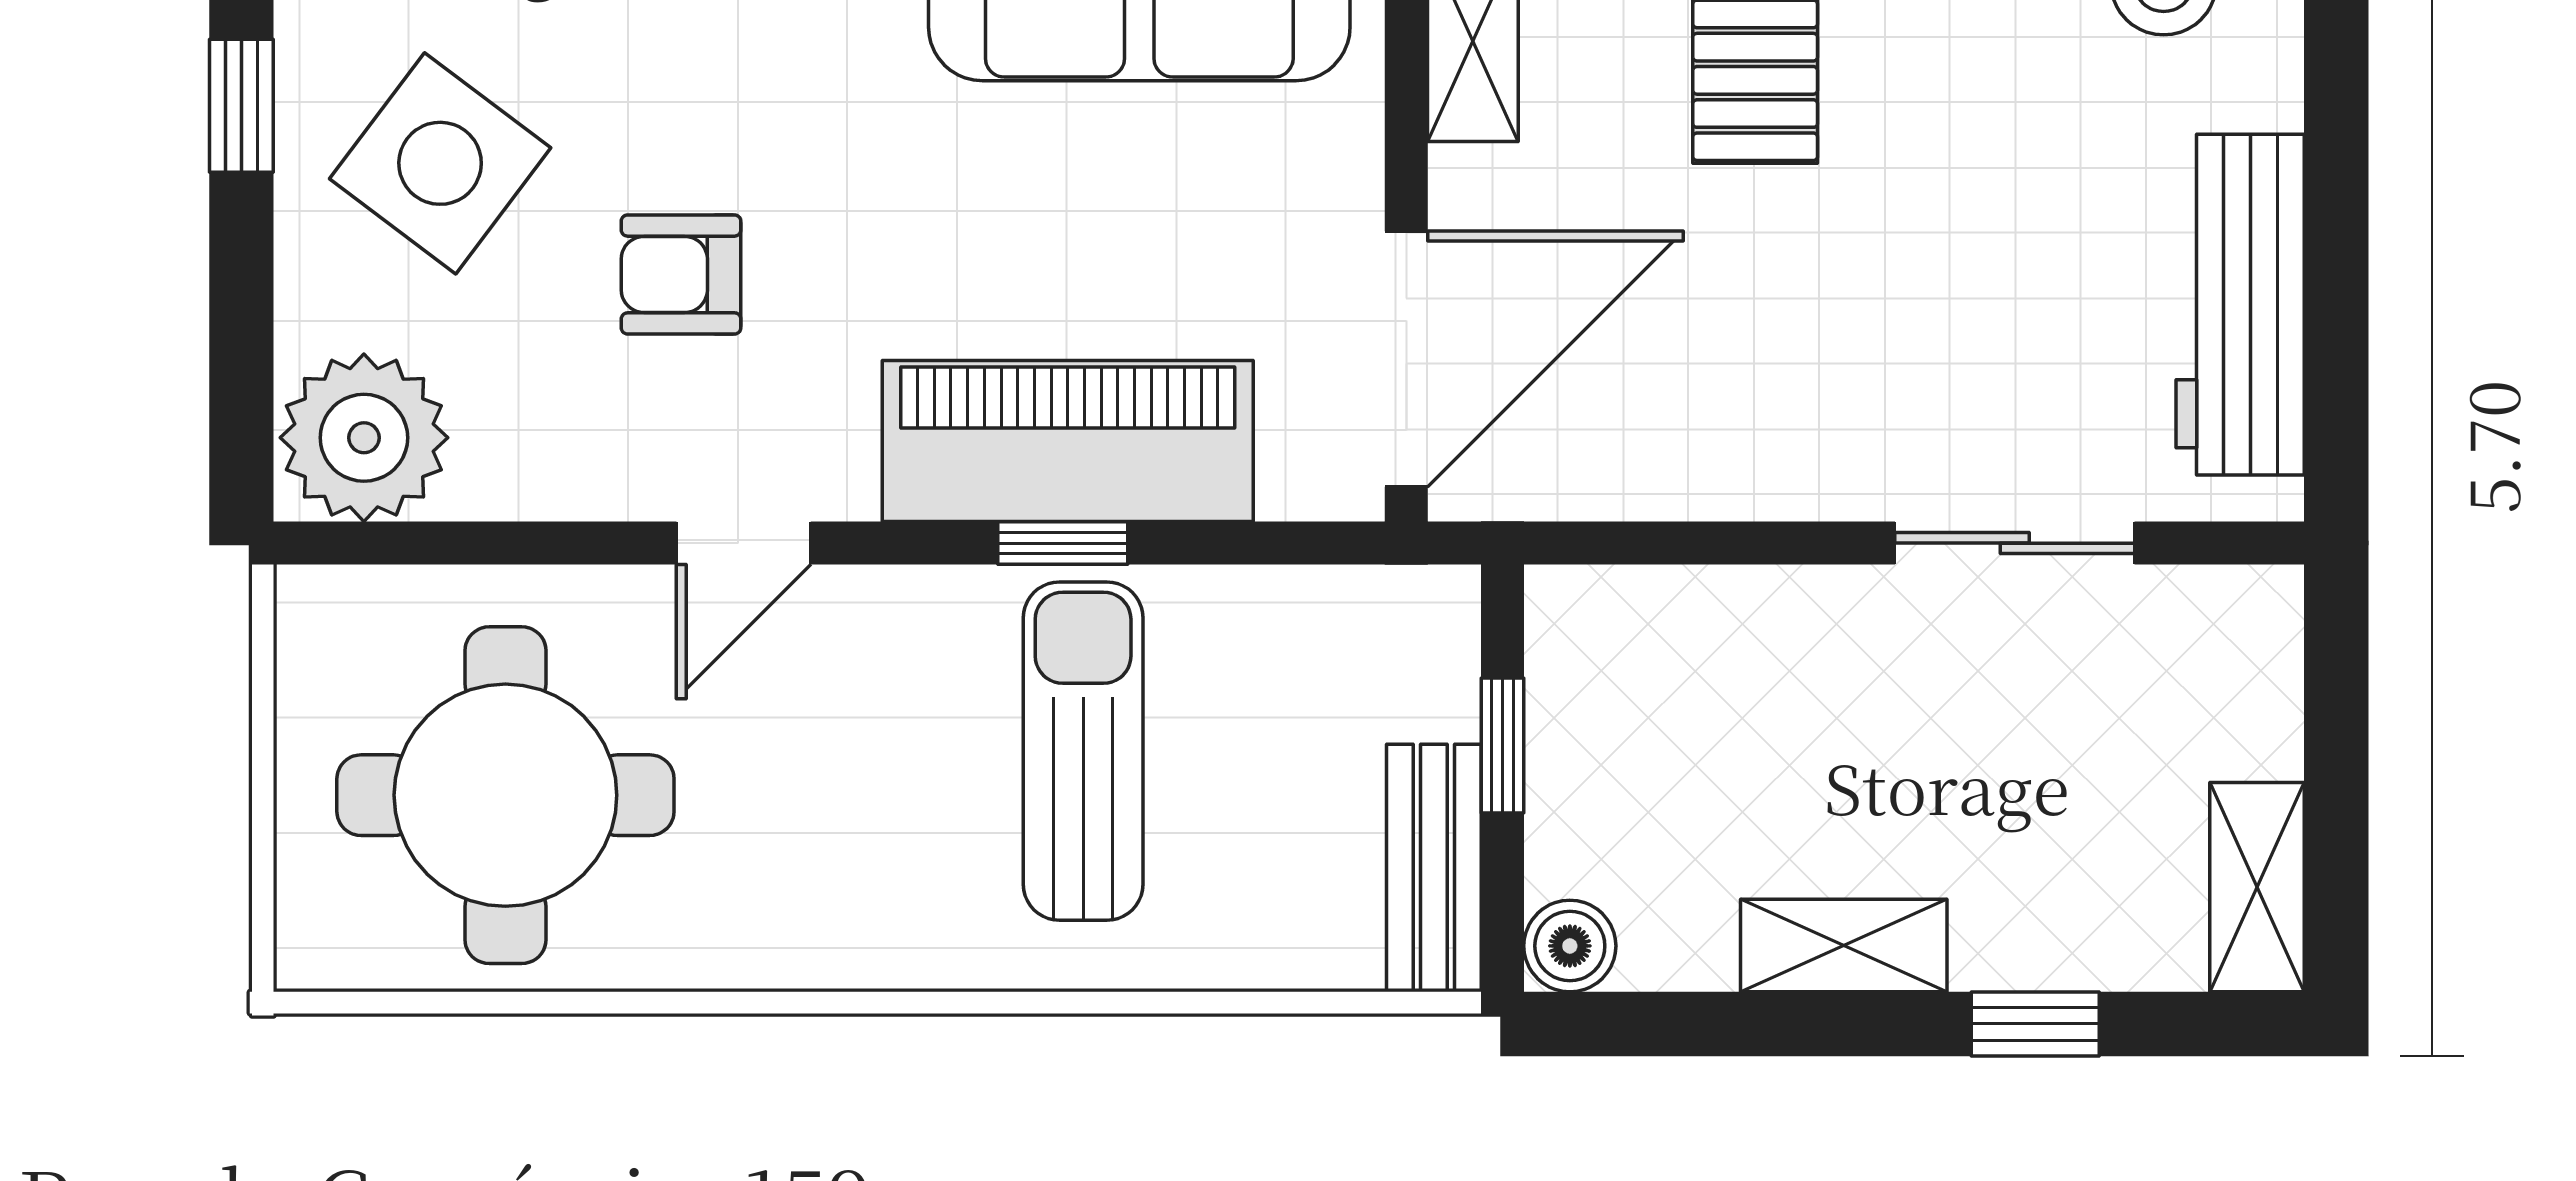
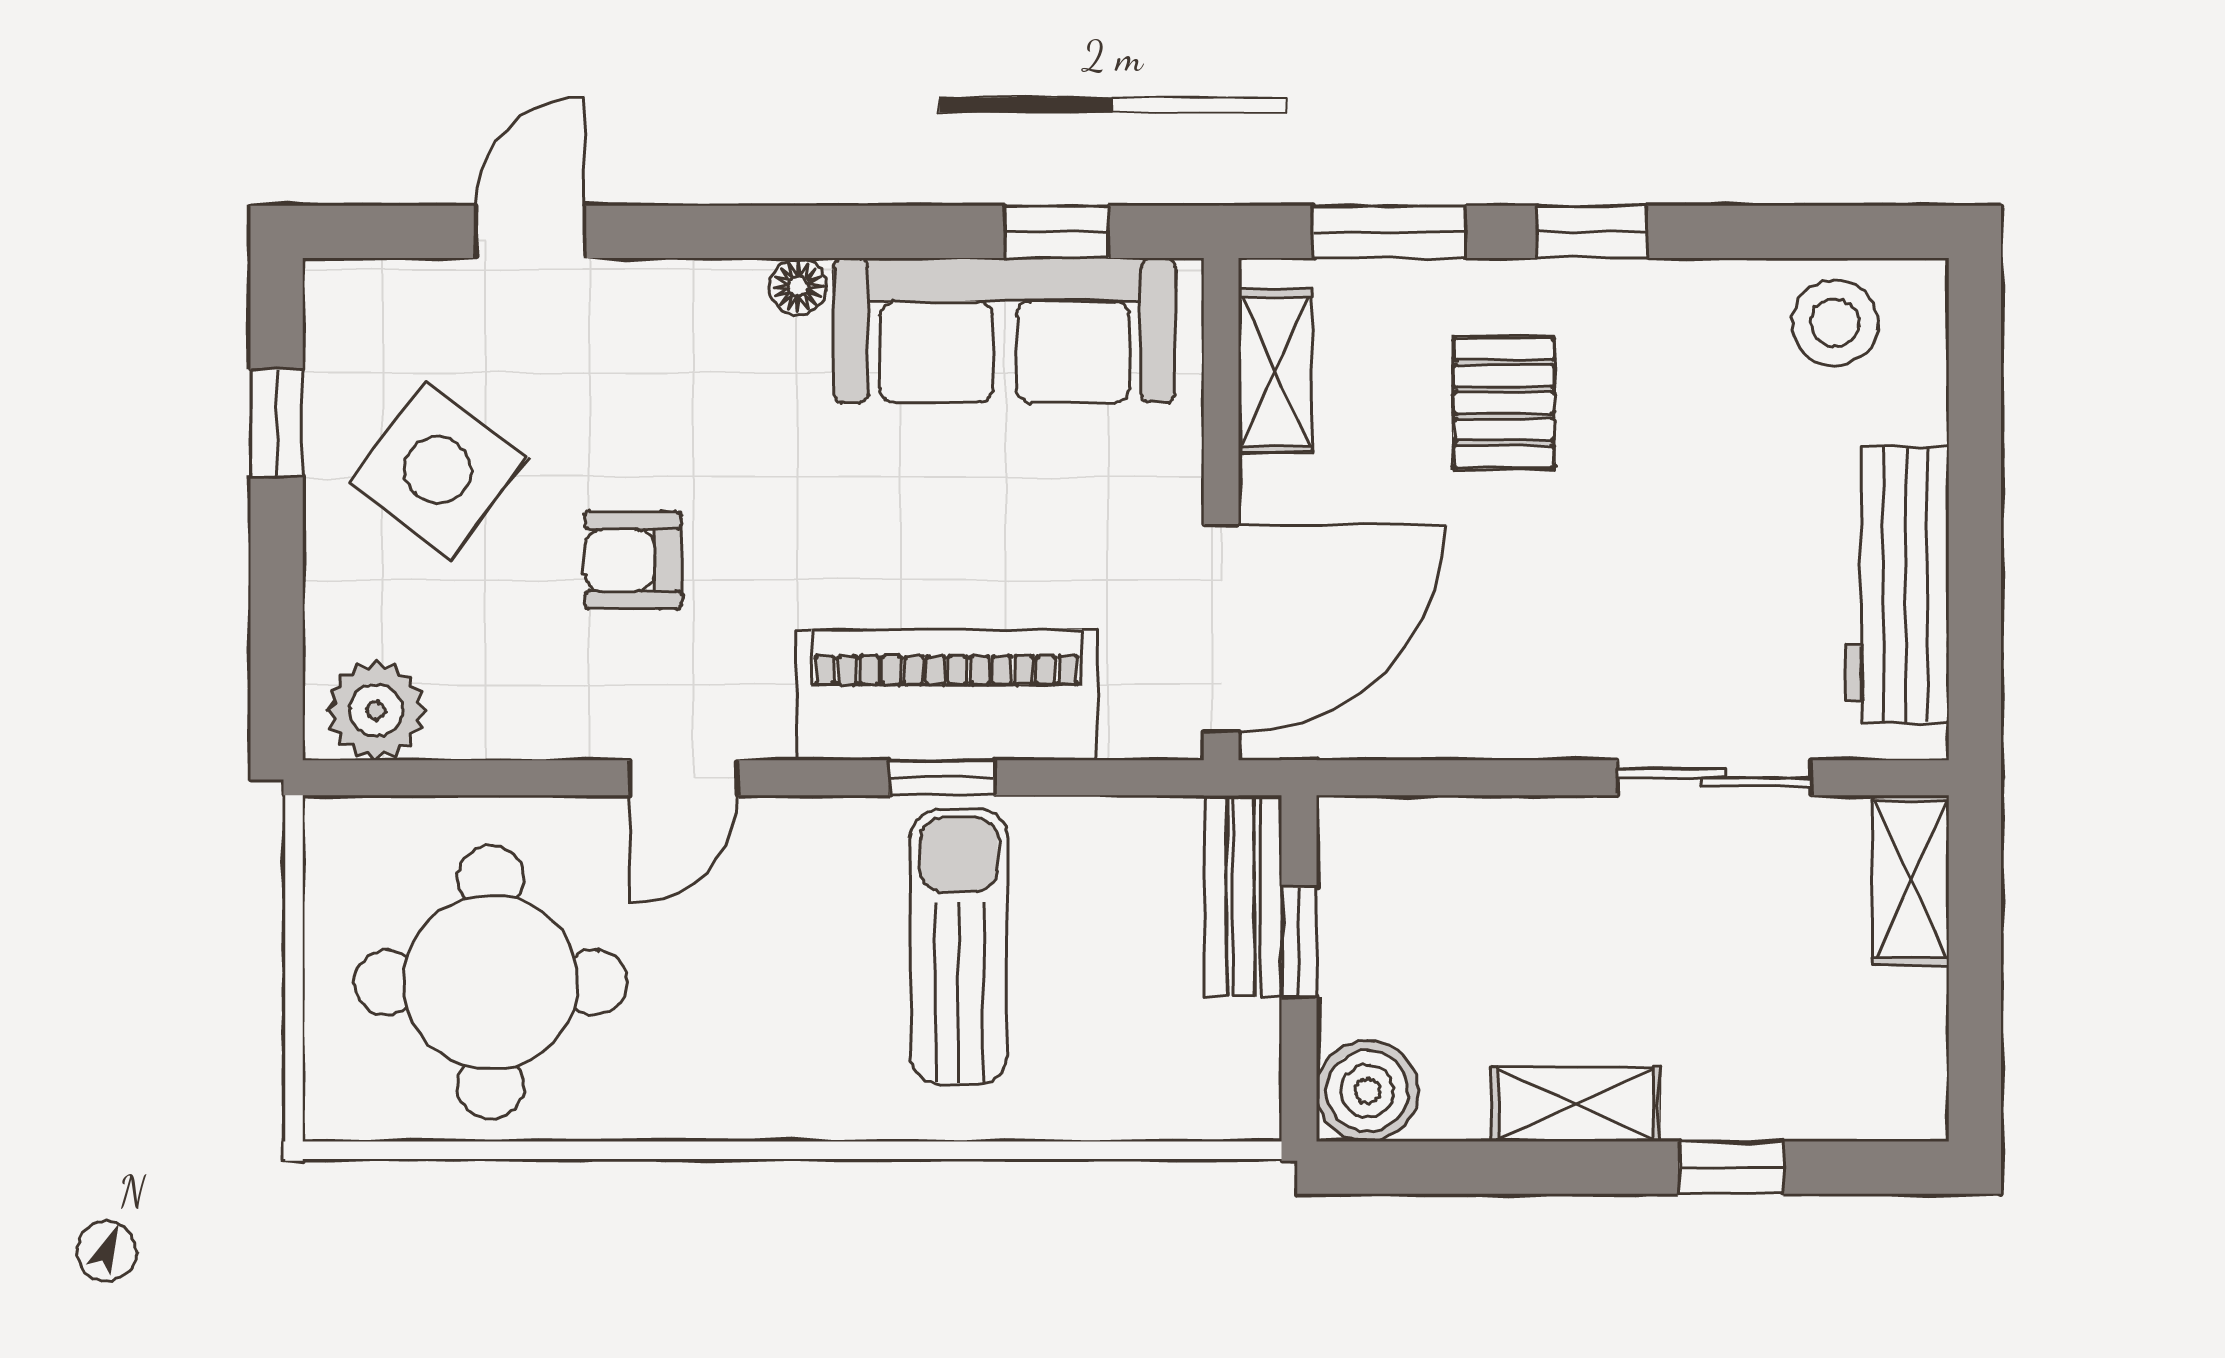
plant: (364, 438) -> (376, 710), width x0.73, depth x0.73
bench: (1434, 868) -> (1243, 895), moved
shelving: (2257, 887) -> (1911, 880), moved
boiler: (1570, 946) -> (1367, 1091), width x1.36, depth x1.36

